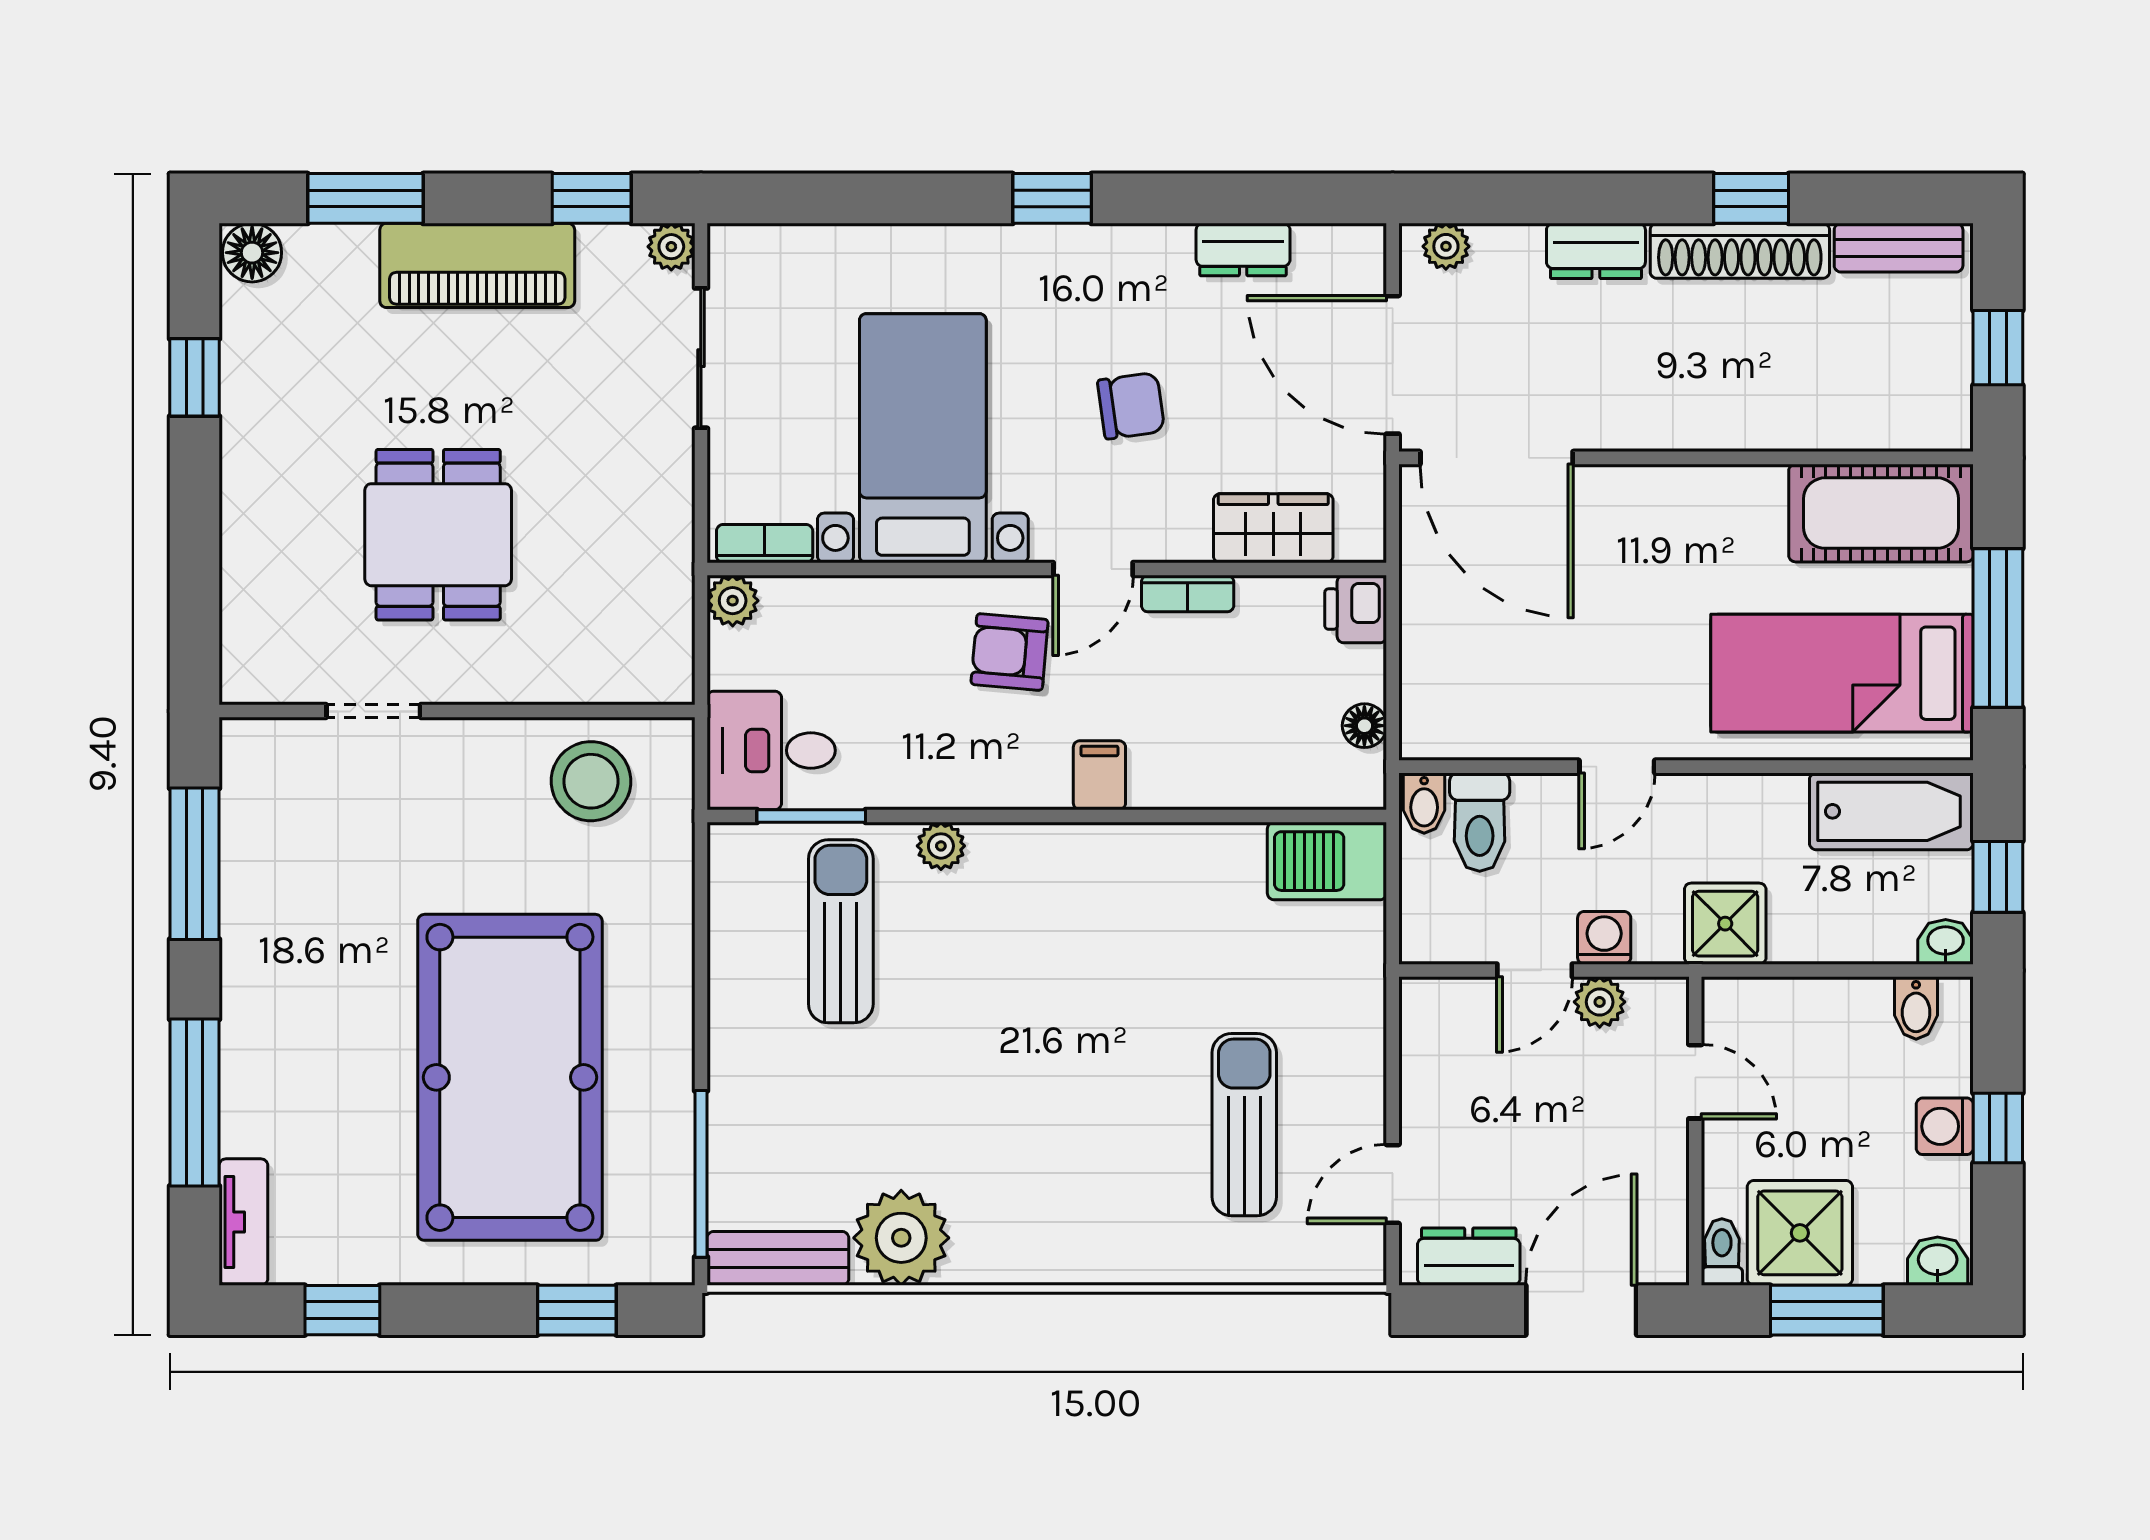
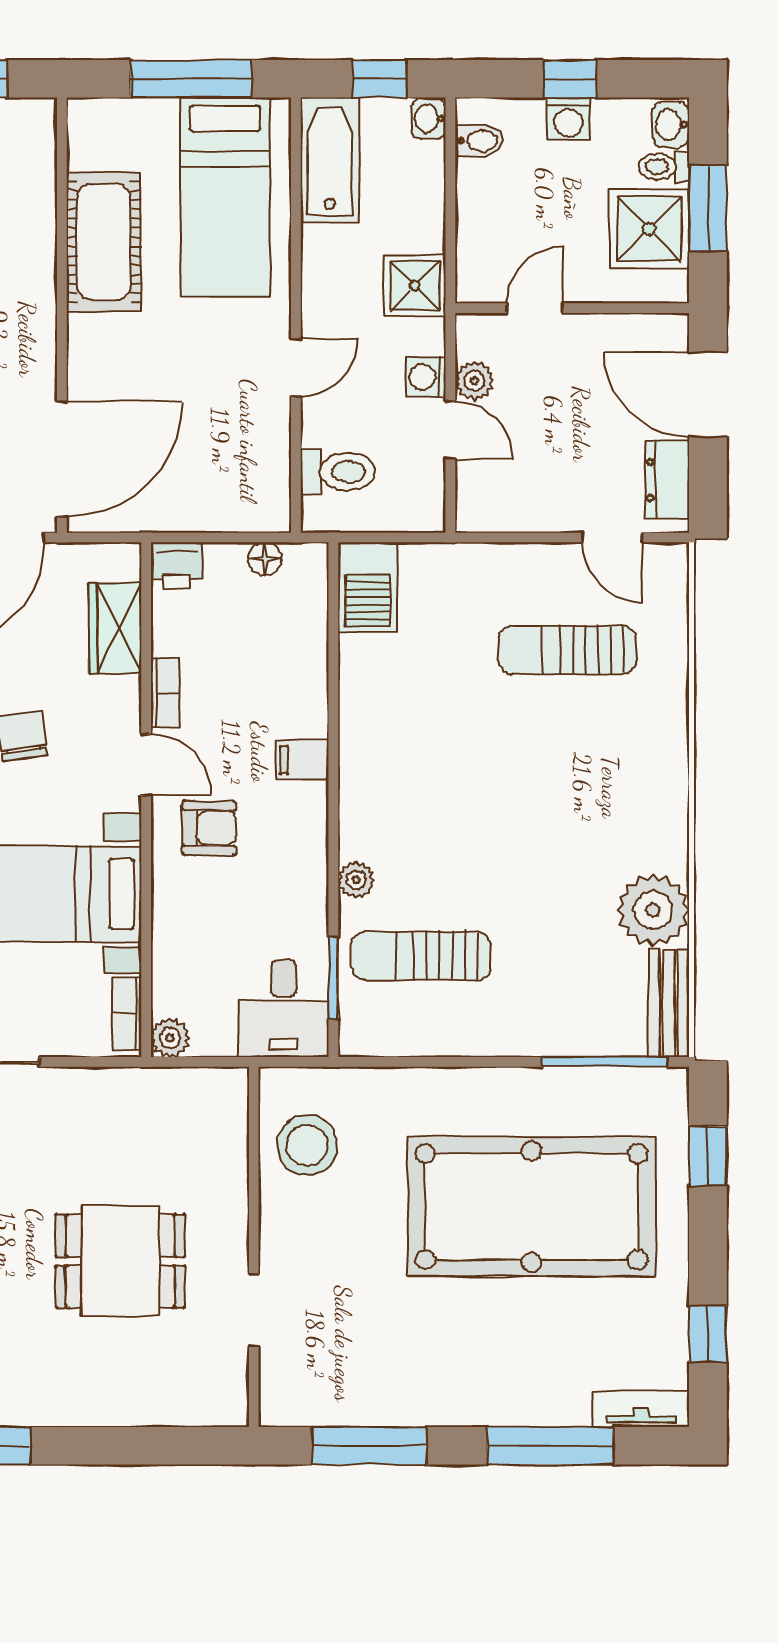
cot: (1881, 513) -> (104, 242), moved
armchair: (1010, 652) -> (209, 828), turned -95
door: (1617, 767) -> (296, 368), hinge flipped
bidet: (1424, 803) -> (324, 514), removed
toilet: (1722, 1252) -> (664, 167), moved

